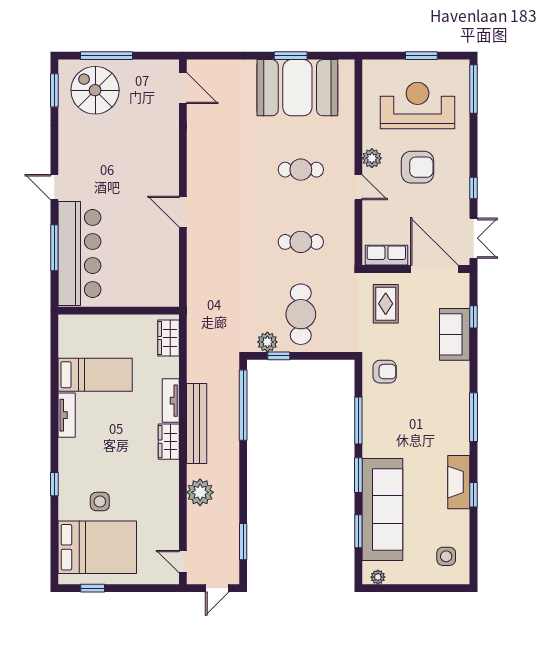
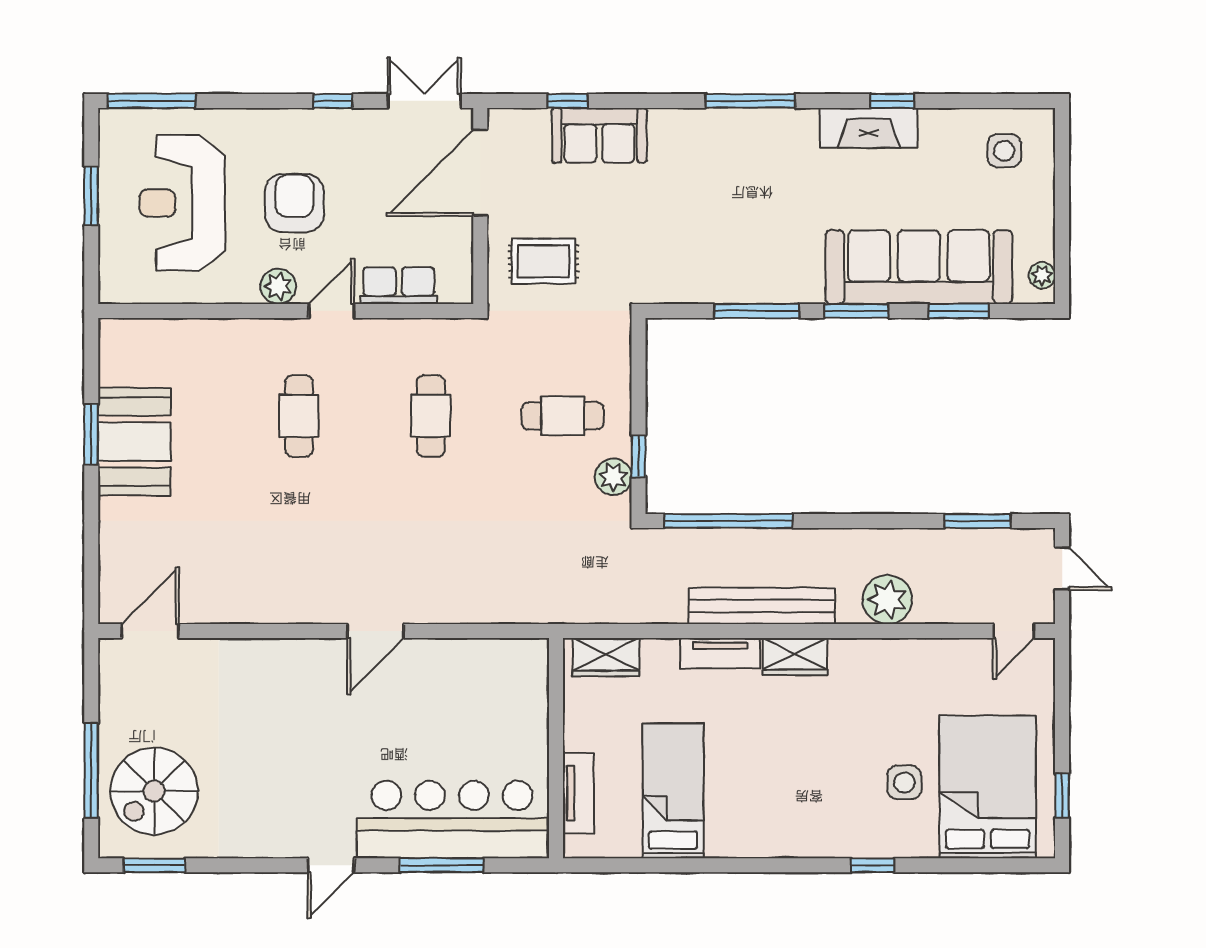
booth: (297, 88) -> (134, 442), width x0.73, depth x0.70
row of seats: (386, 255) -> (399, 286), moved, turned 90
cafe table: (301, 314) -> (563, 416), width x0.73, depth x0.74
armchair: (385, 372) -> (667, 263), removed
tv unit: (67, 415) -> (578, 793), moved, turned 90

